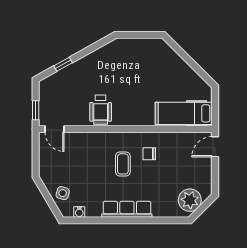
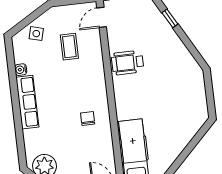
coffee table: (123, 164) -> (69, 47), moved, turned 90
water cooler: (79, 212) -> (21, 70), moved

